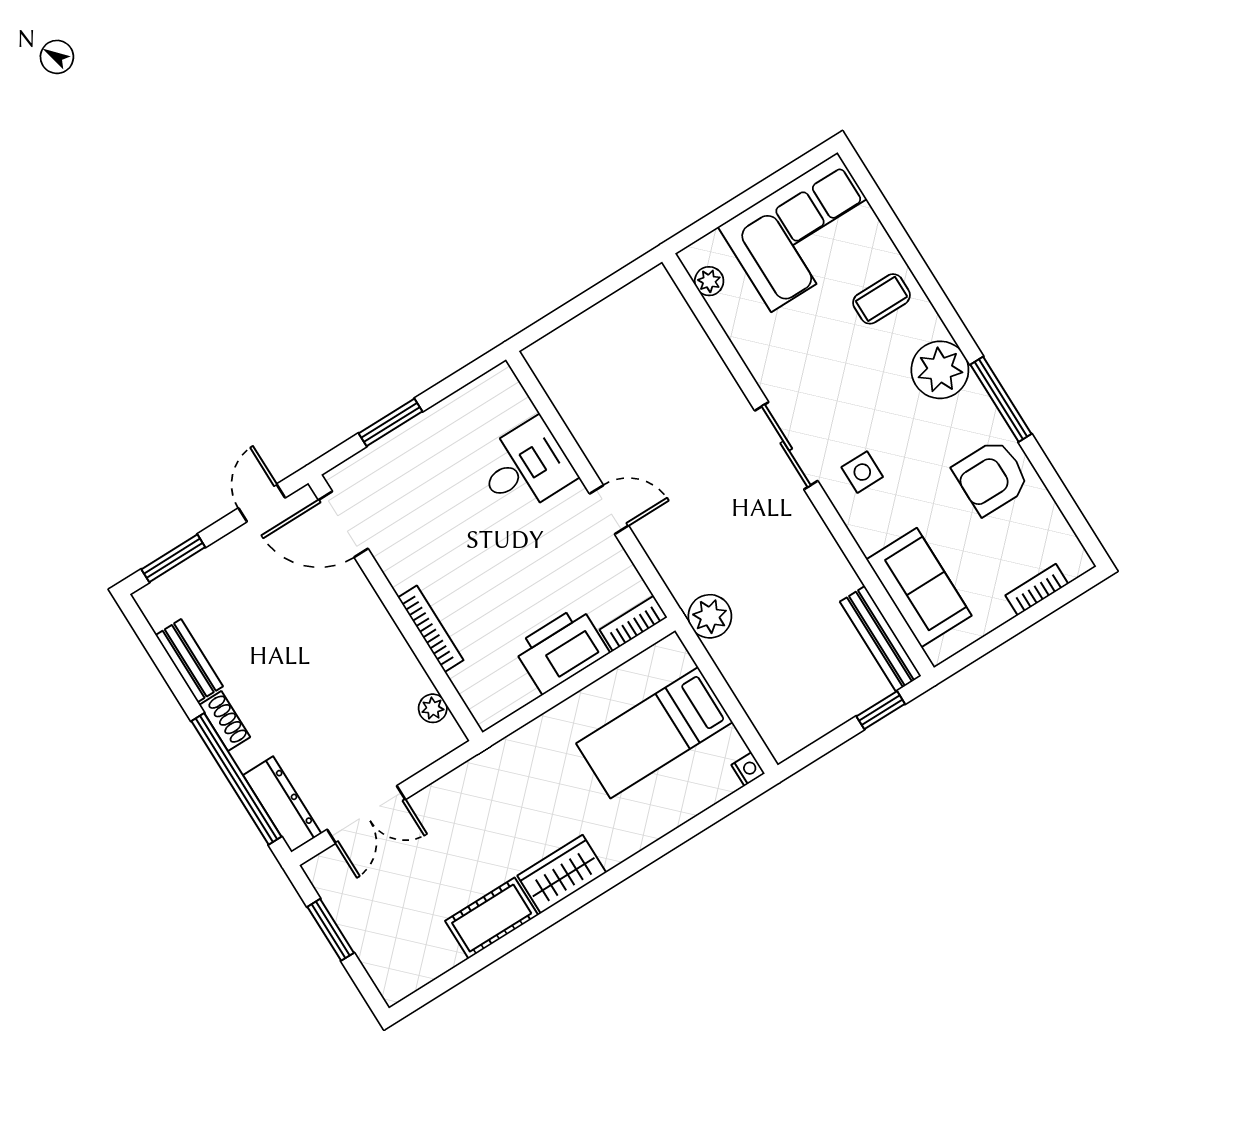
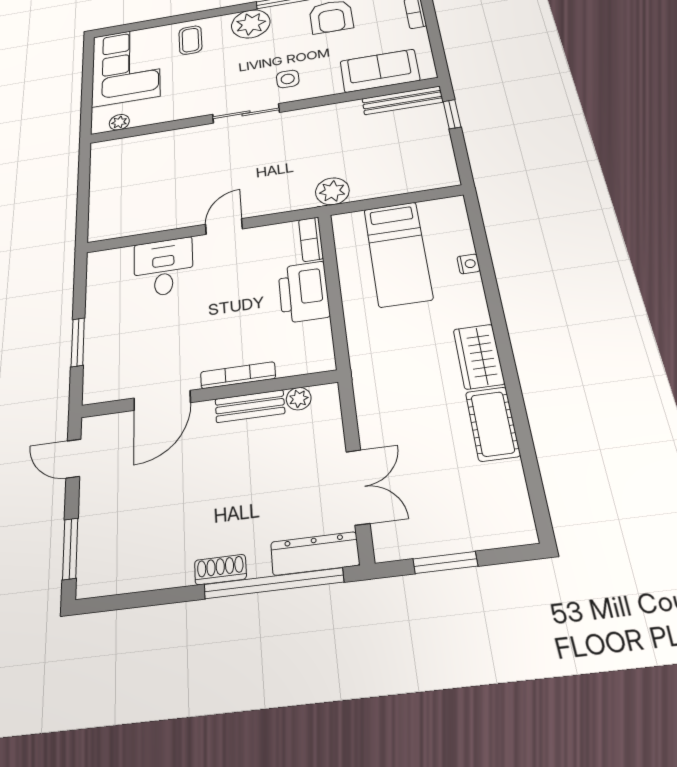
door: (343, 524) -> (162, 400), moved
bench: (189, 661) -> (250, 406), moved
nightstand: (748, 769) -> (469, 264), moved, turned 90

